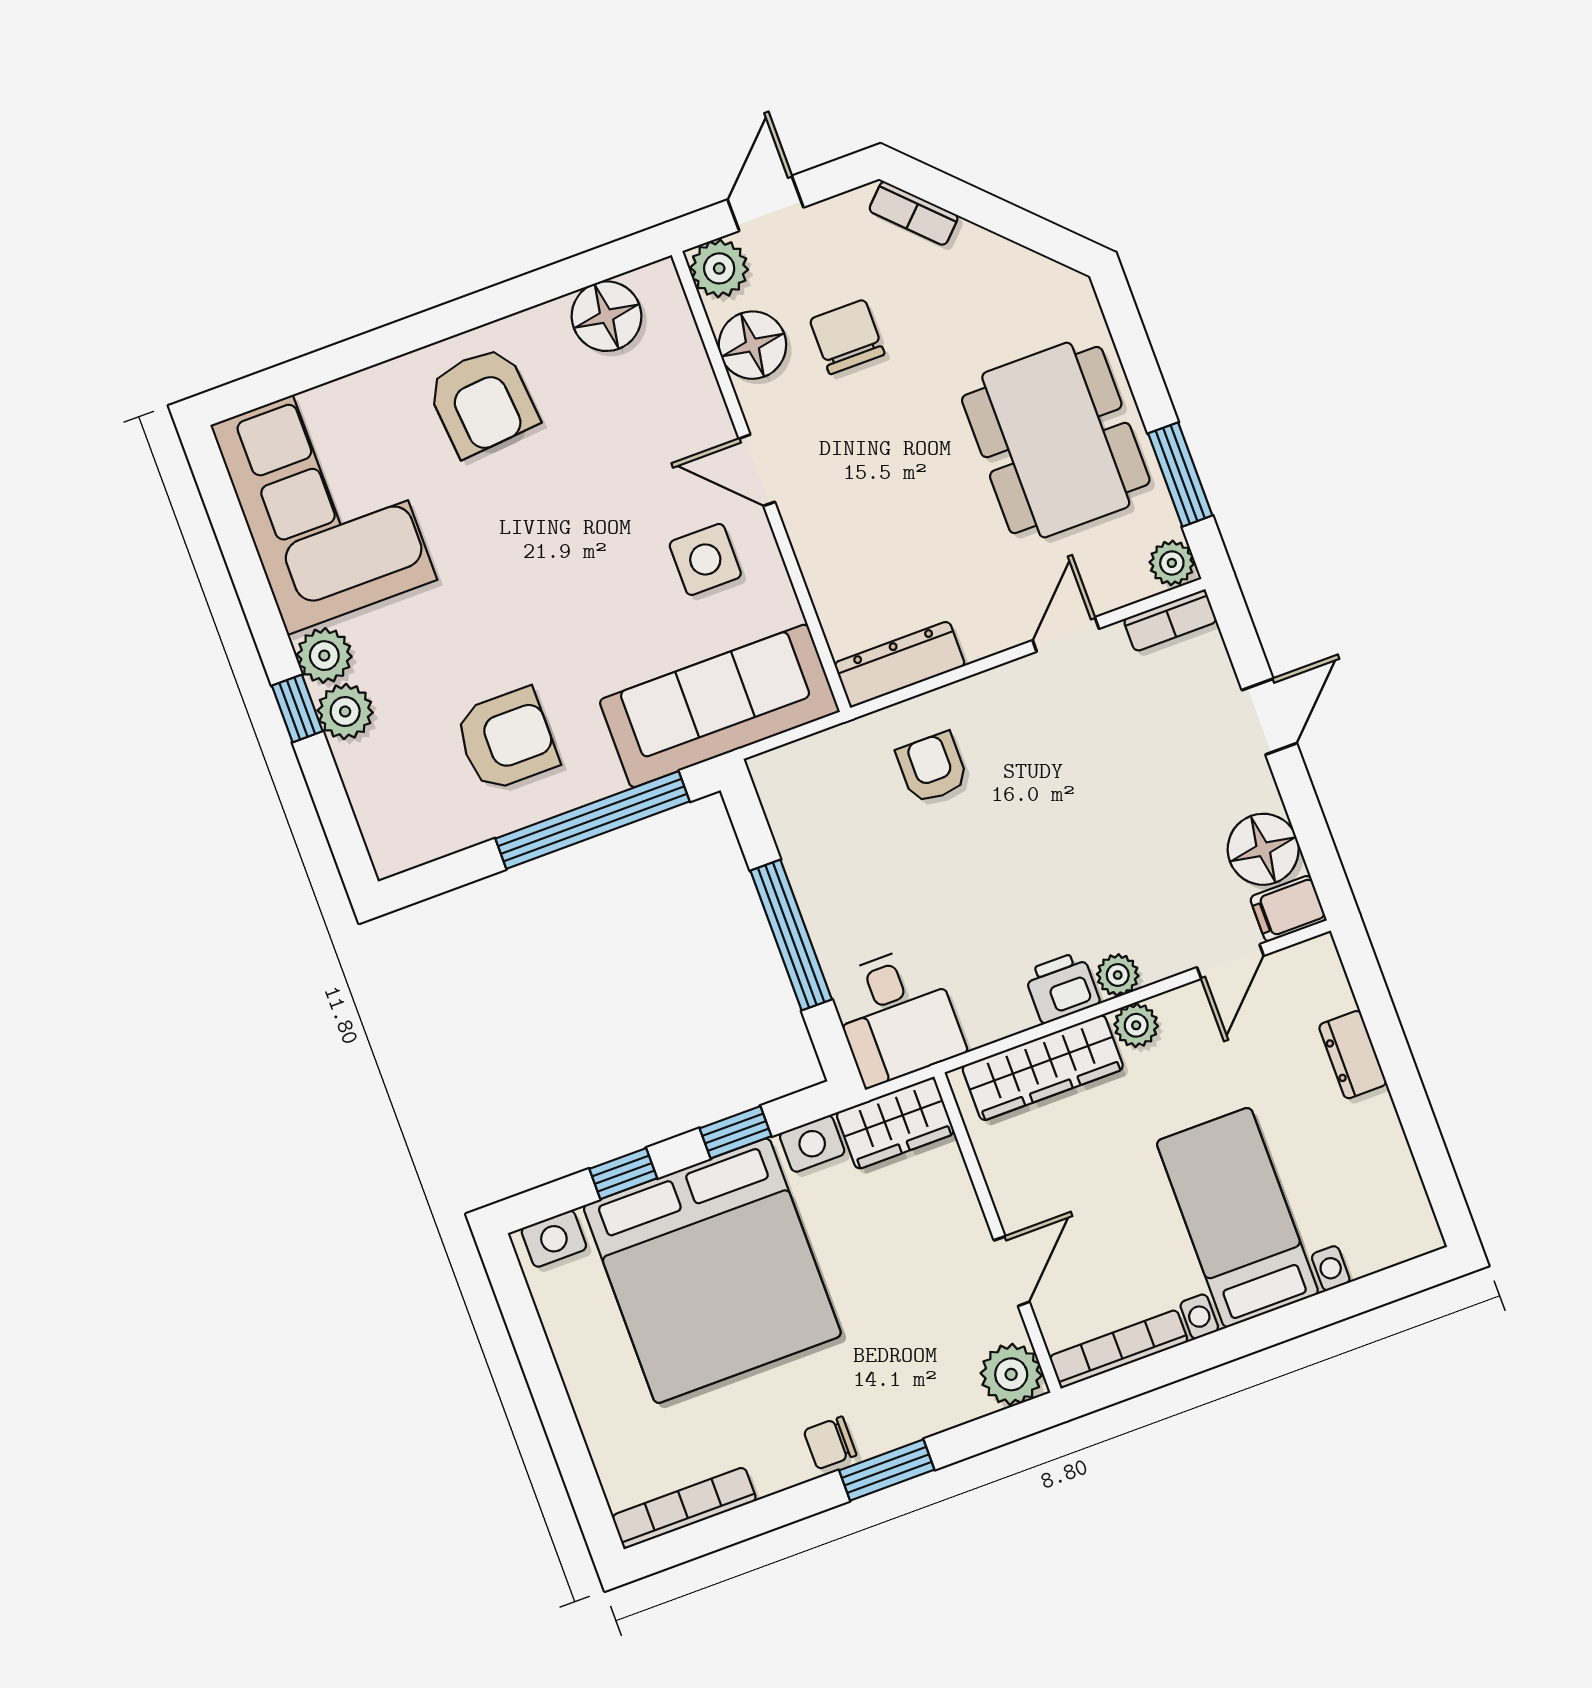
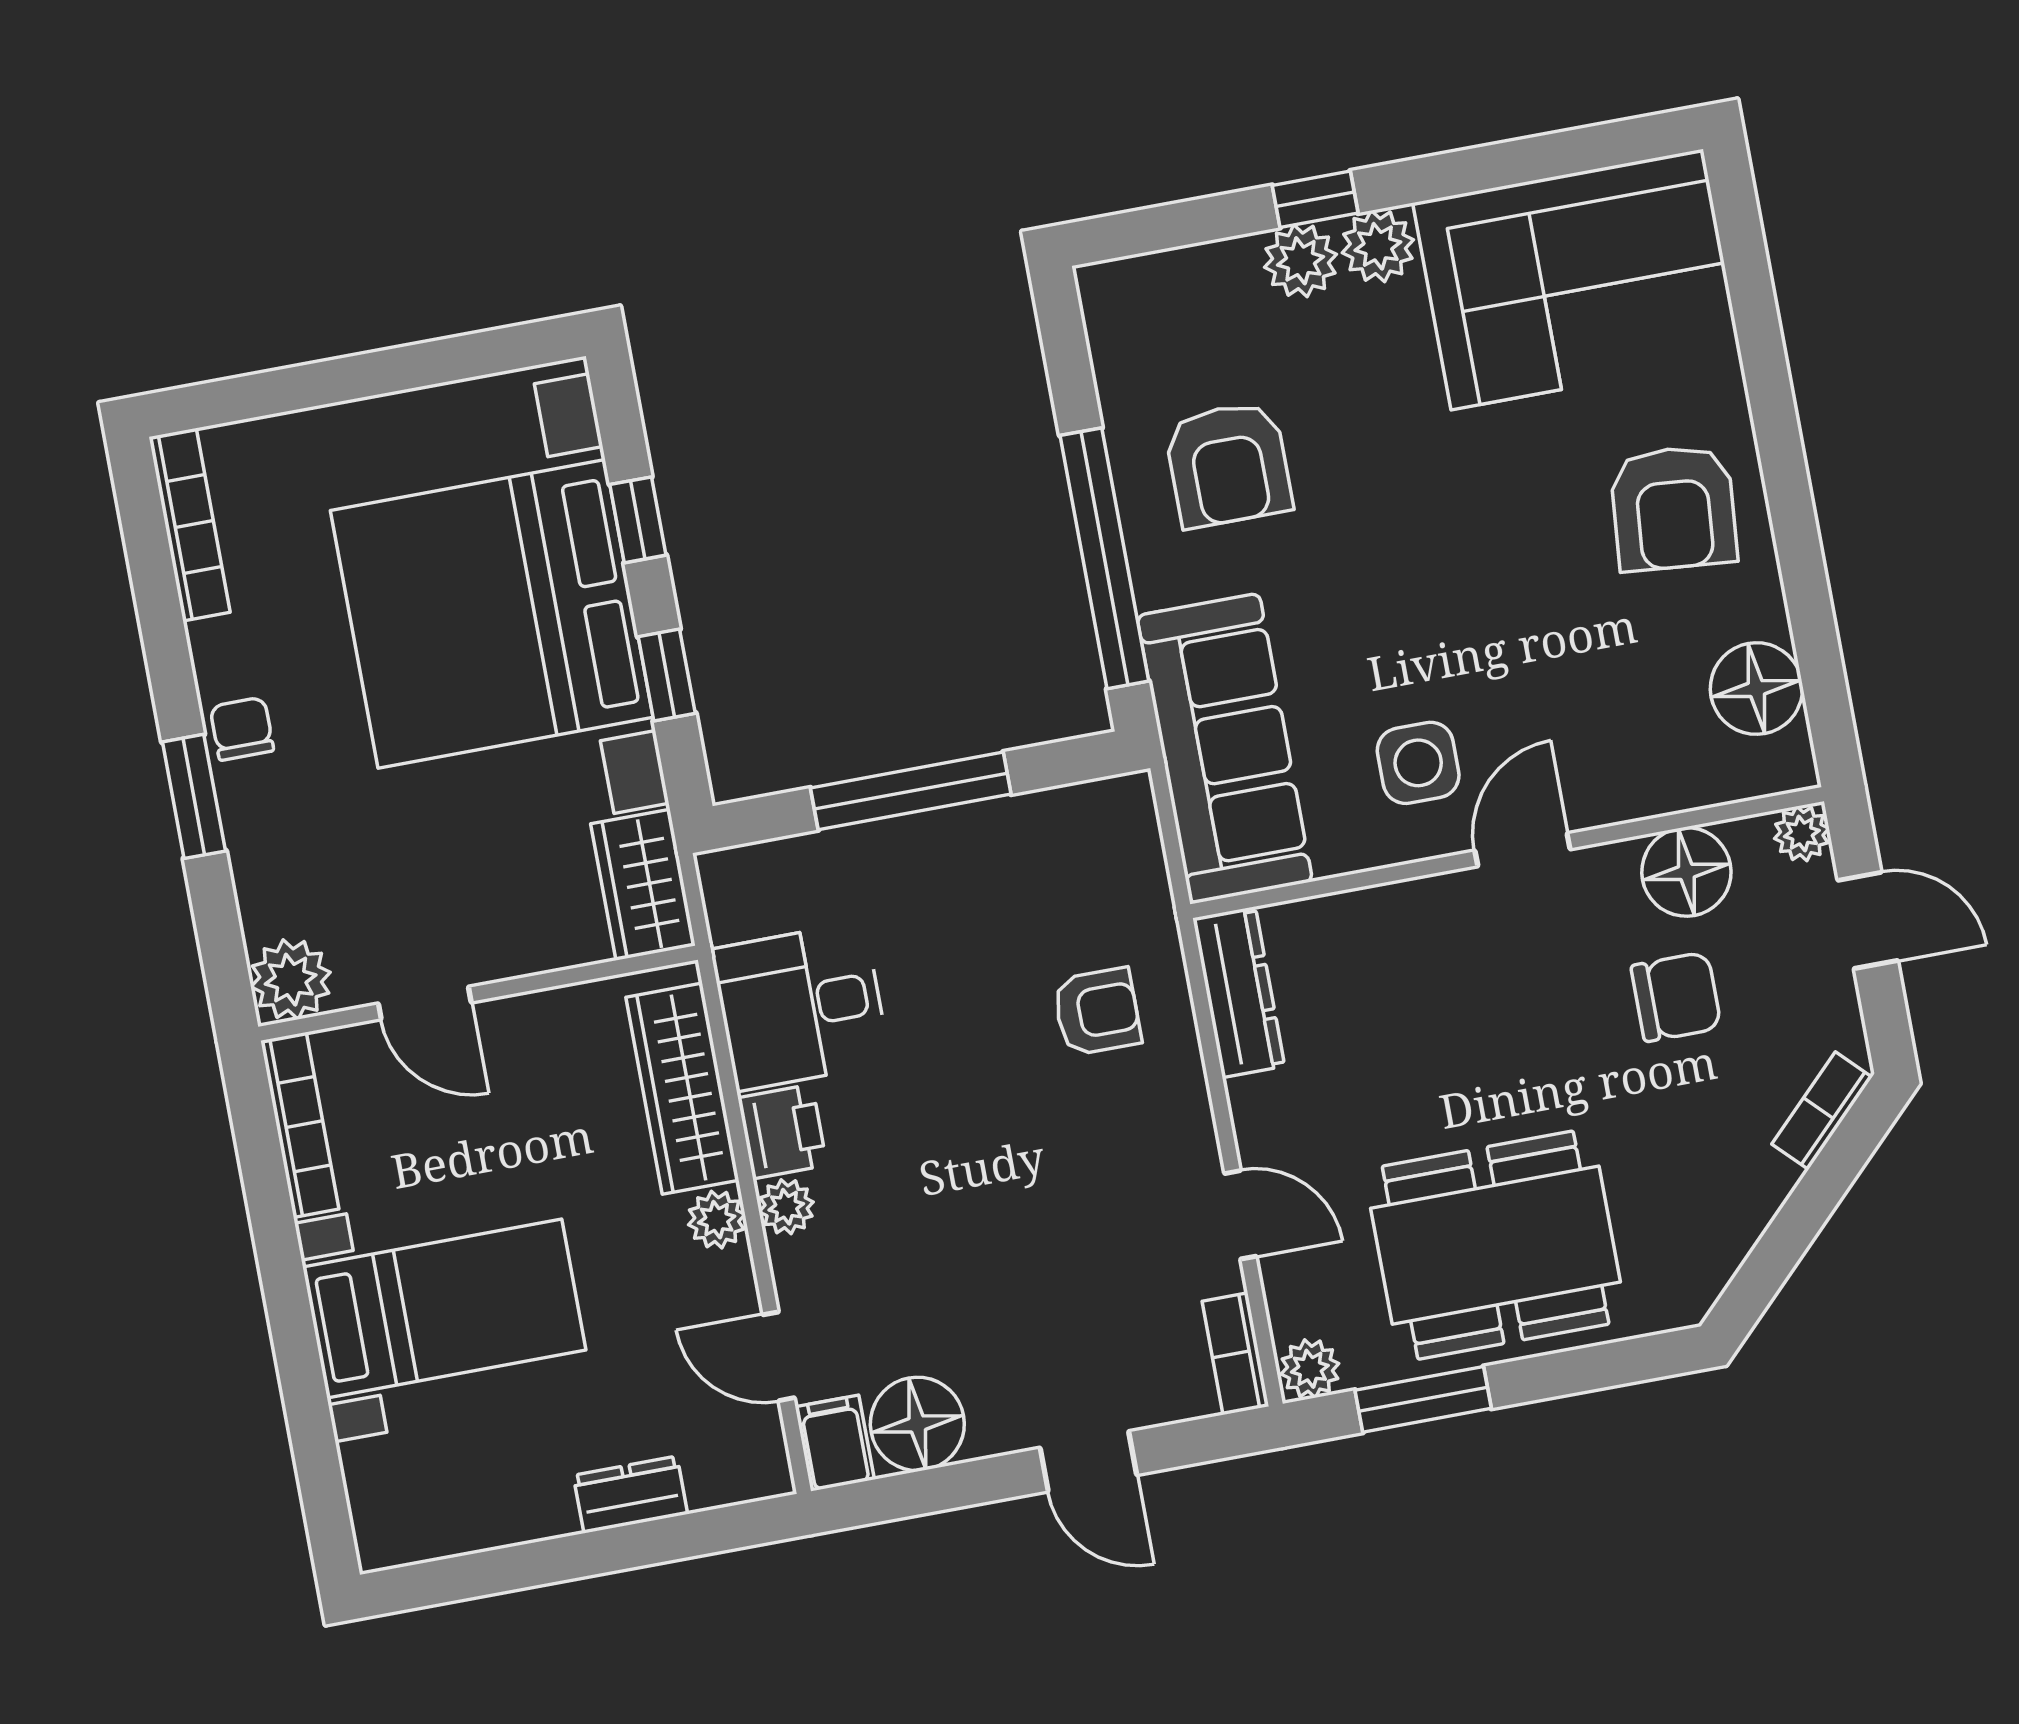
plant: (719, 268) -> (1802, 834), width x0.73, depth x0.73
armchair: (482, 401) -> (1674, 508), turned -80
desk: (896, 1015) -> (801, 1006), moved

